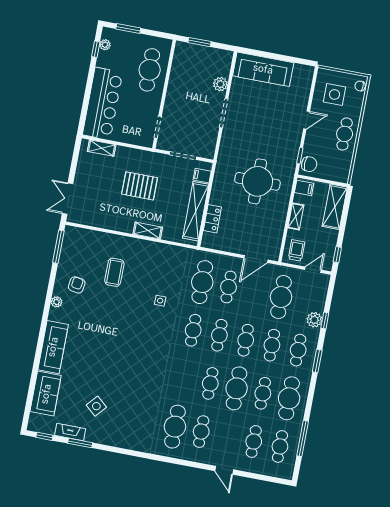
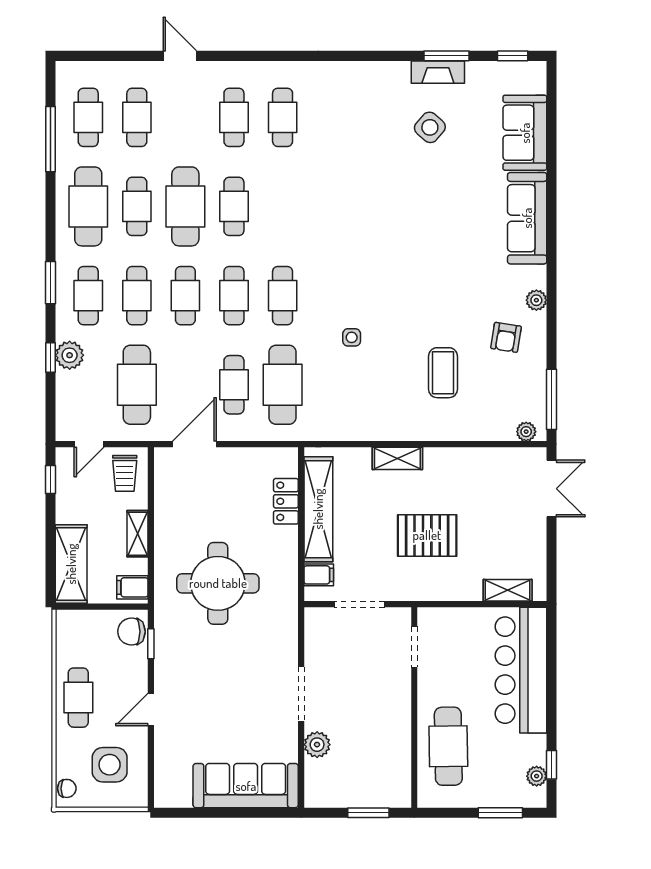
plant: (75, 232) -> (526, 432), added
cafe table: (175, 427) -> (283, 117), width x0.73, depth x0.74
fireplace: (70, 432) -> (438, 72), moved

